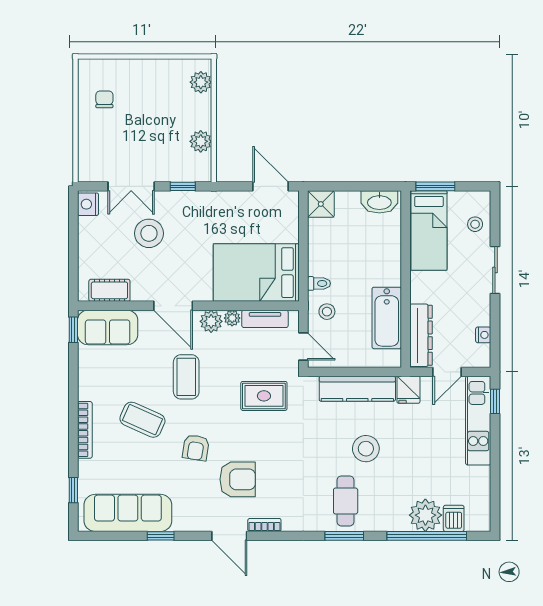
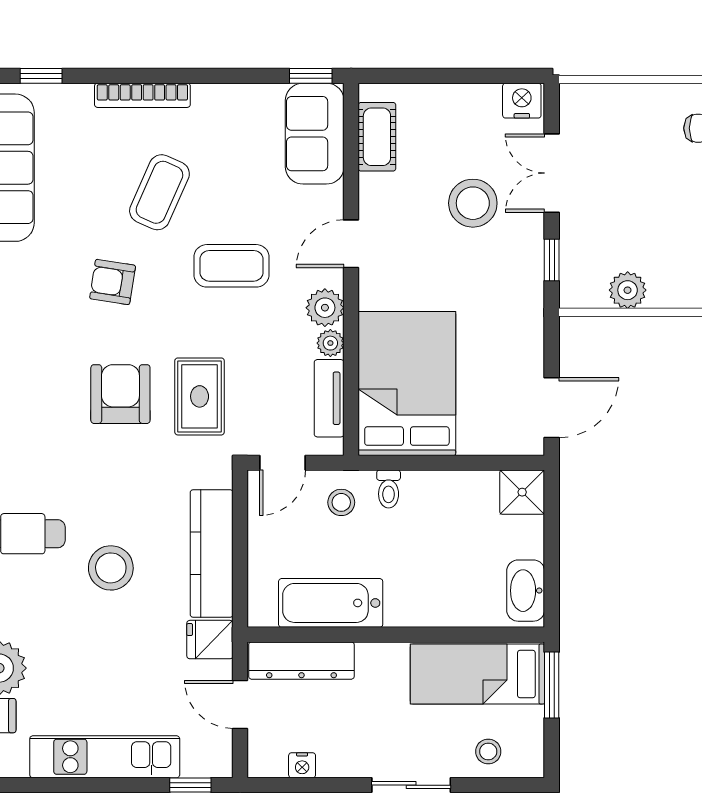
door: (173, 306) -> (351, 244), width x0.73
kitchen unit: (478, 421) -> (105, 757), moved
armchair: (238, 479) -> (120, 394), moved, turned 180

